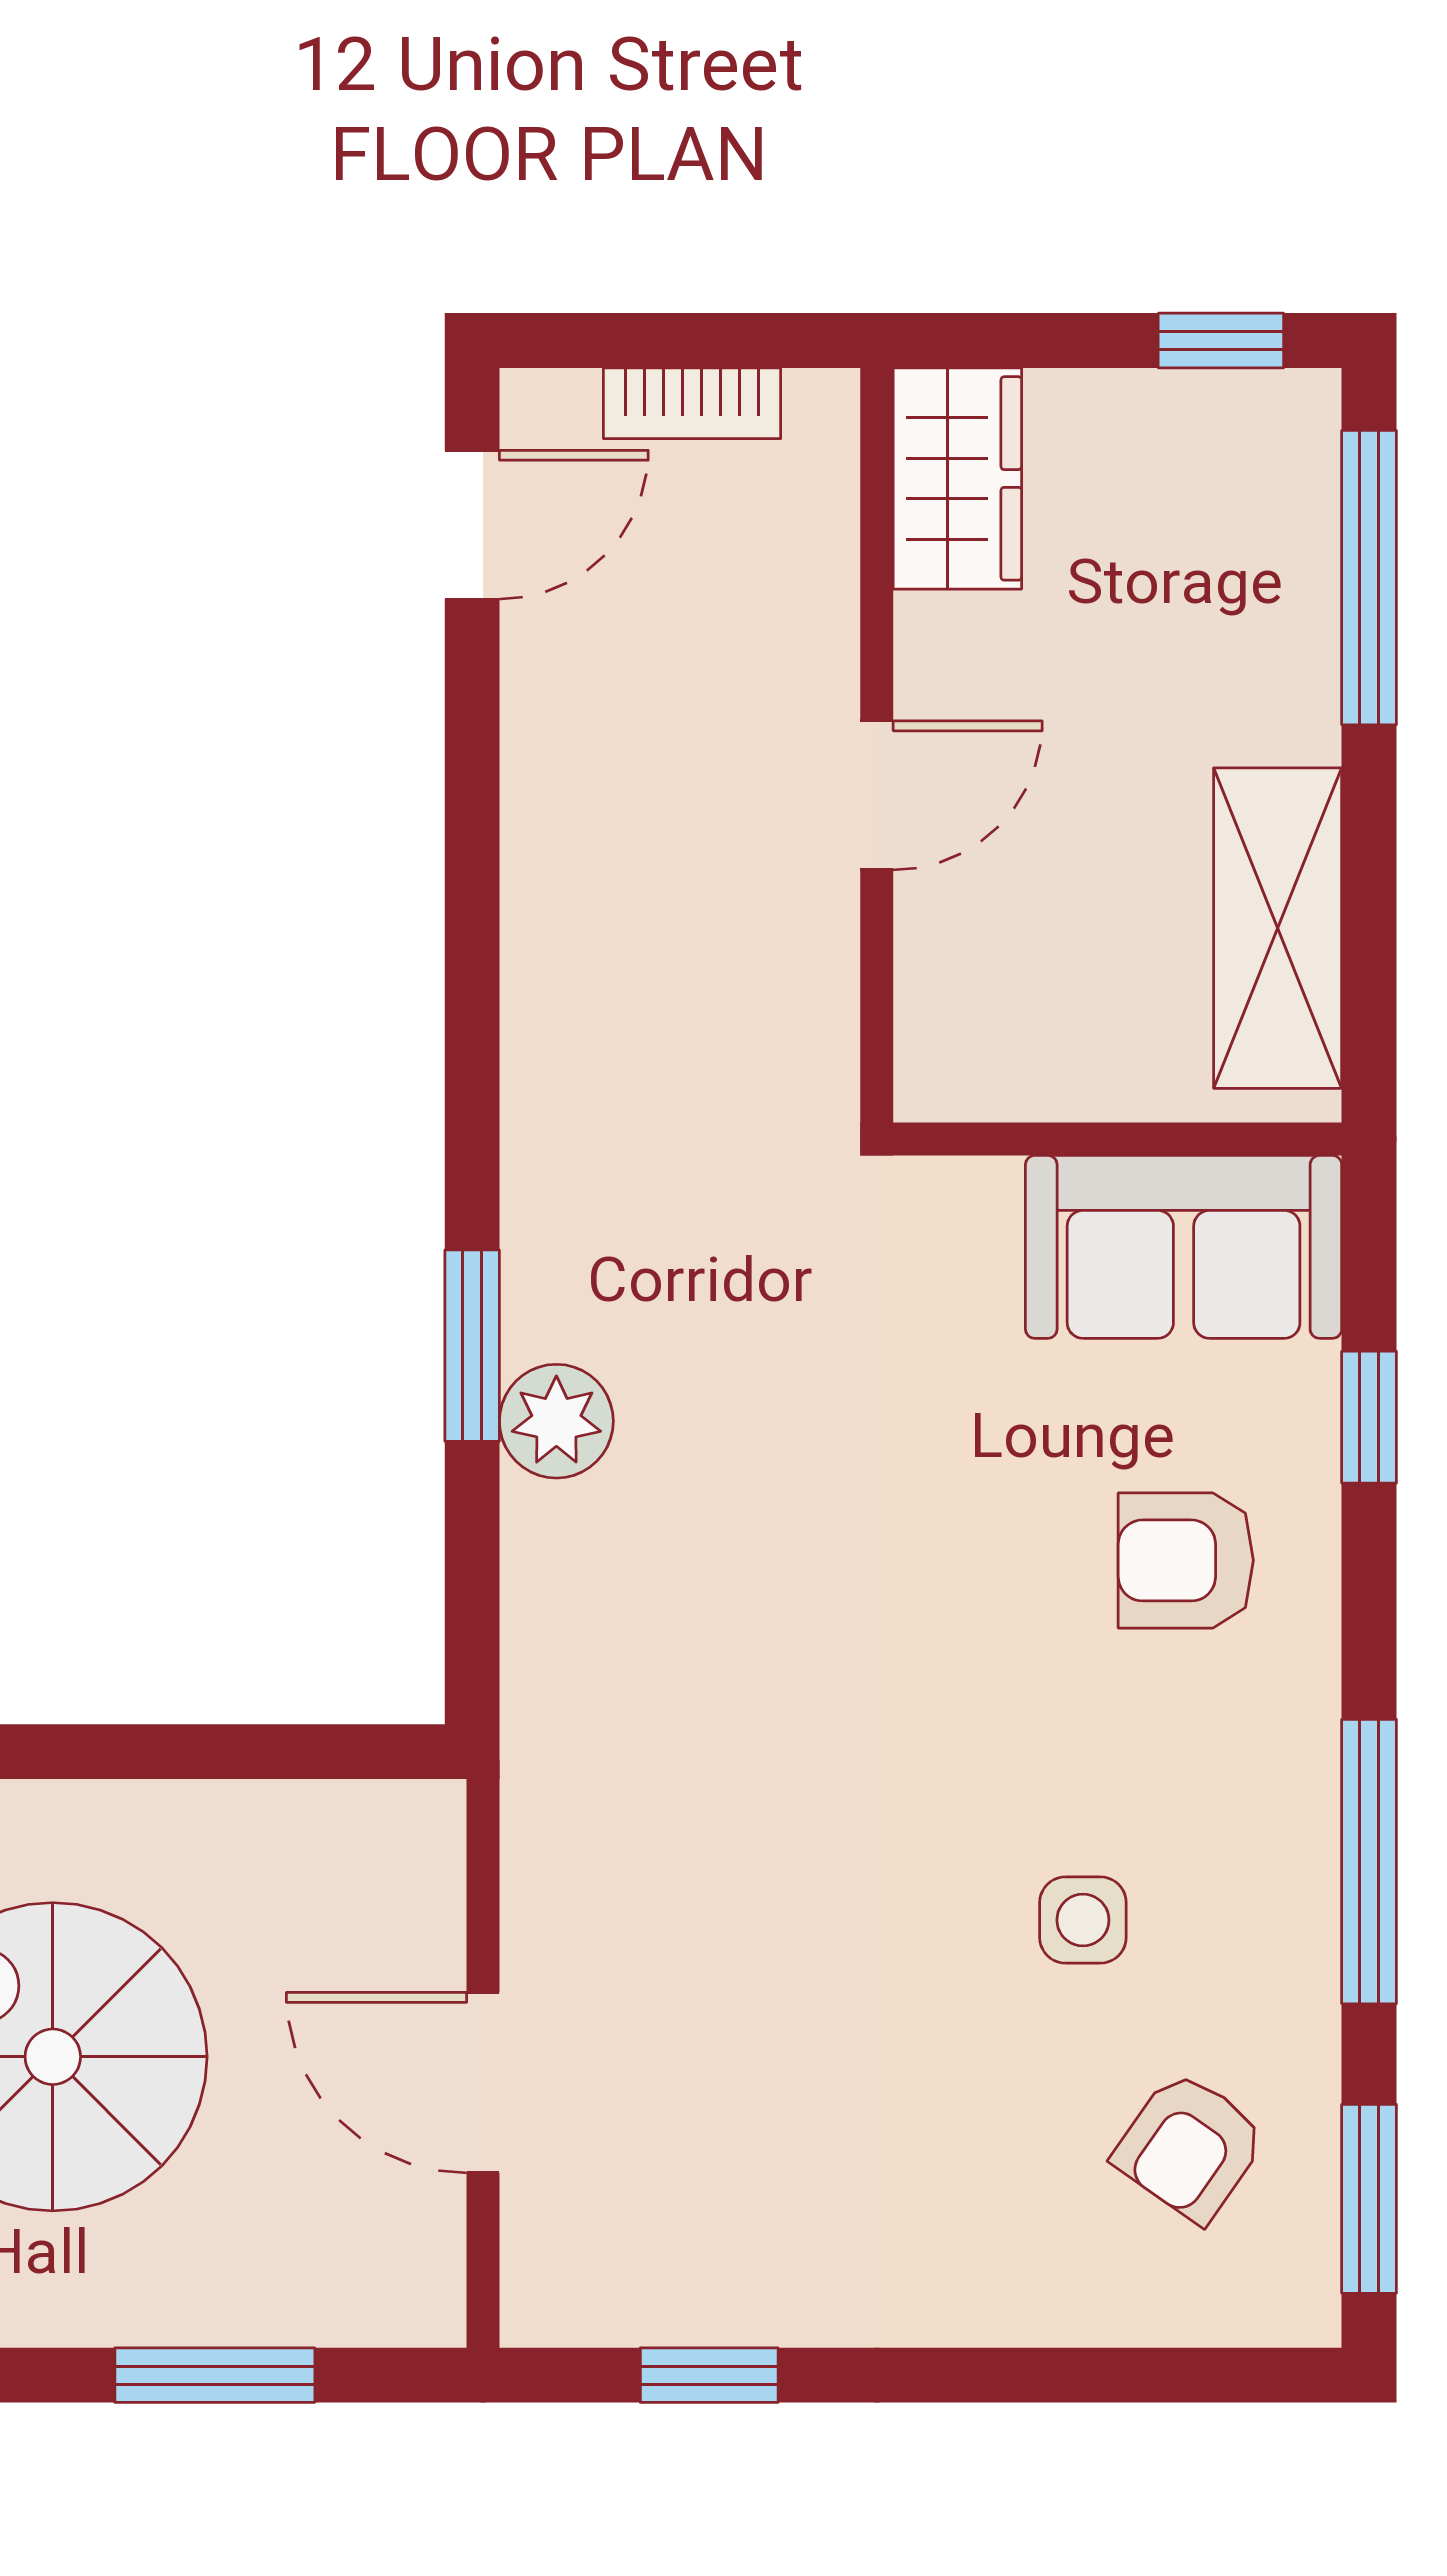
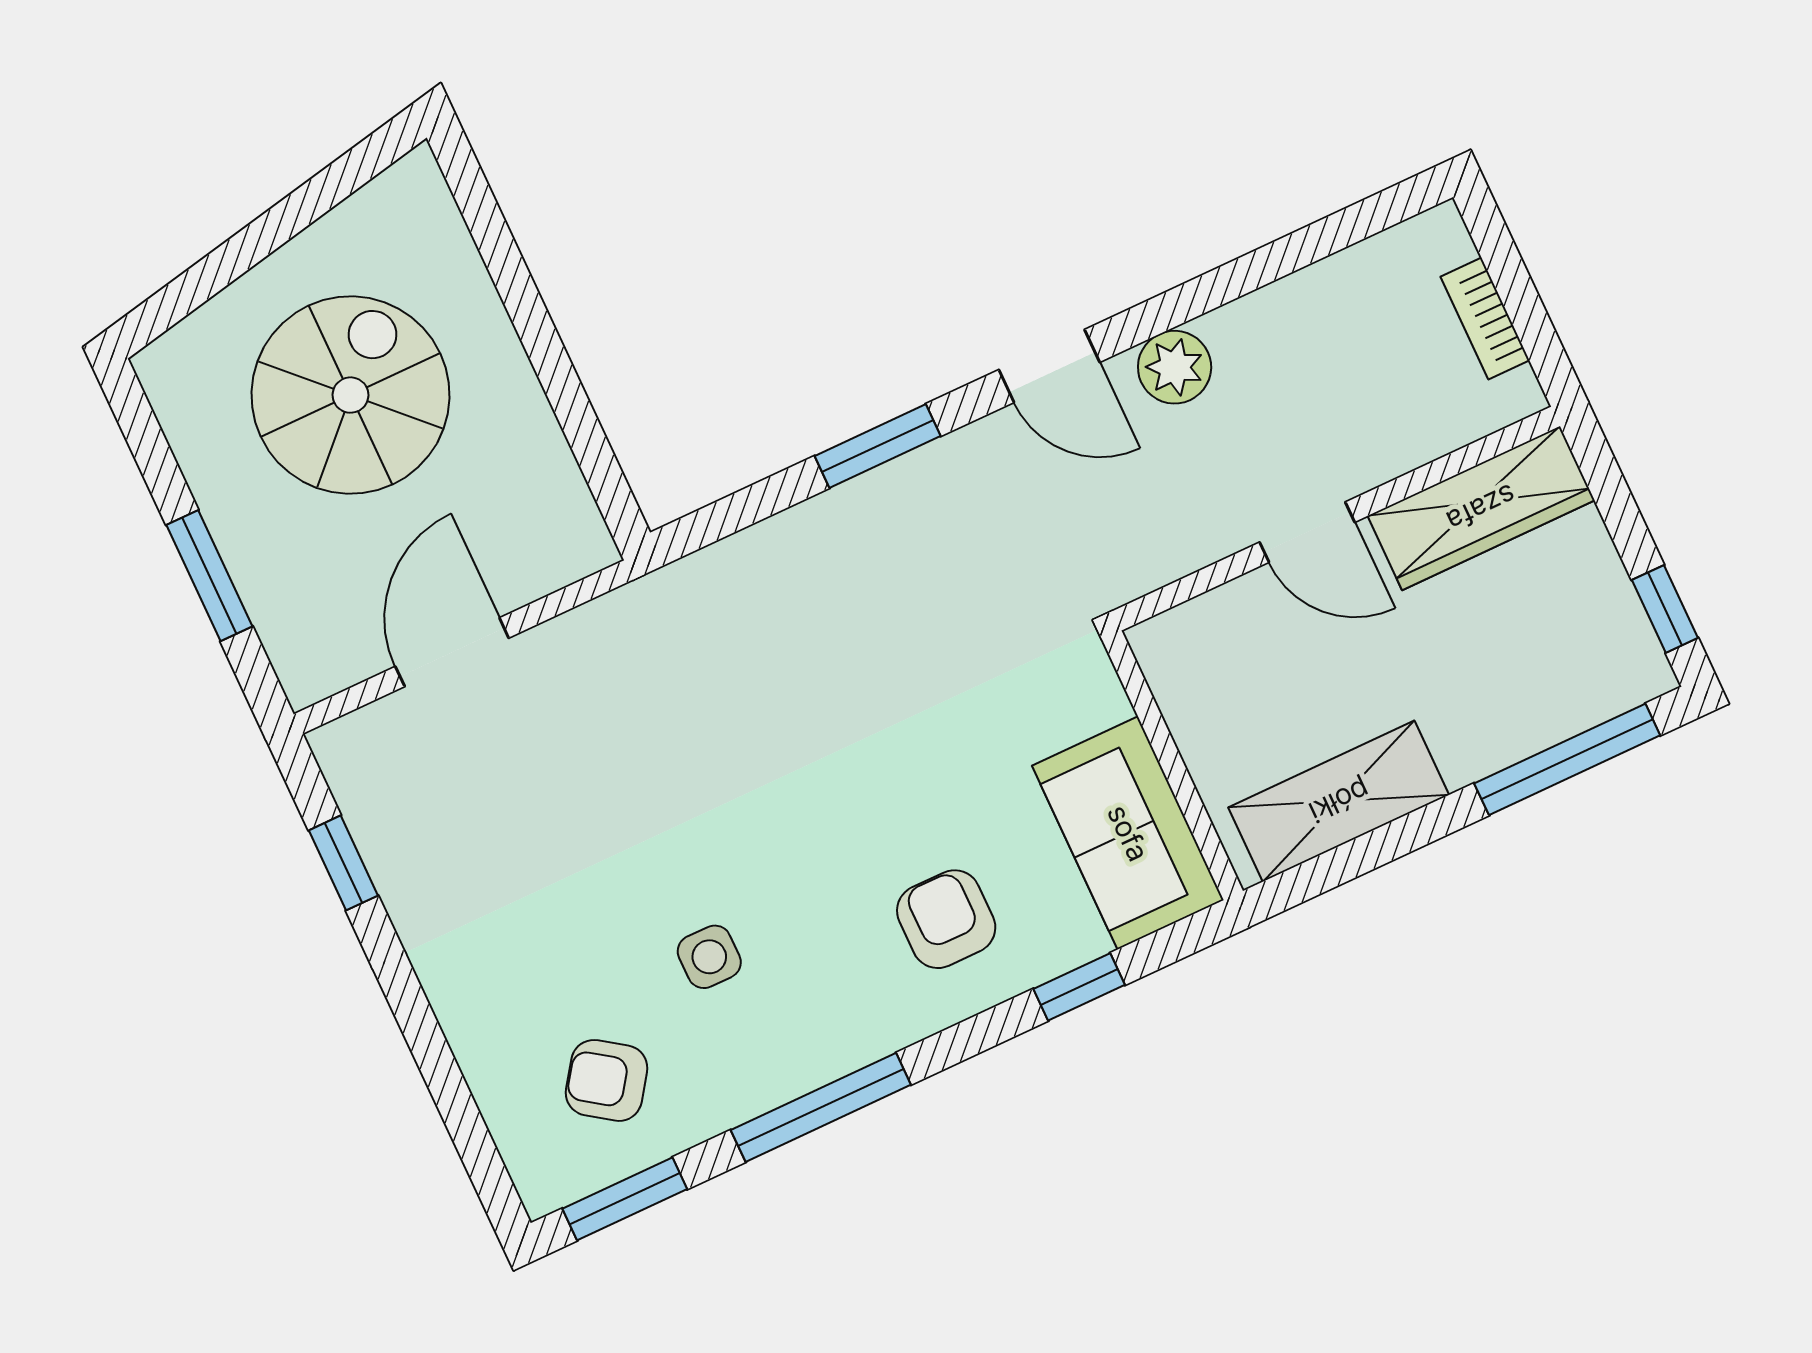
wardrobe: (957, 478) -> (1481, 508), width x1.50
door: (472, 525) -> (1049, 366), moved
plant: (556, 1421) -> (1175, 367), moved

